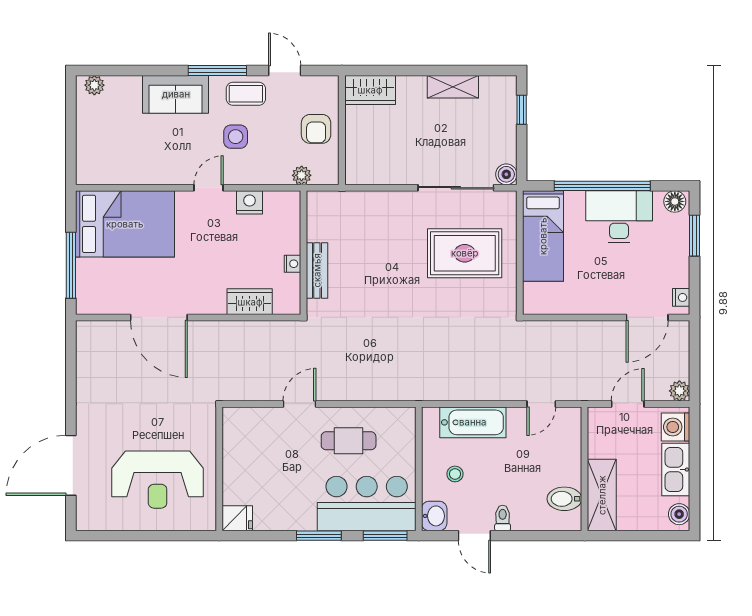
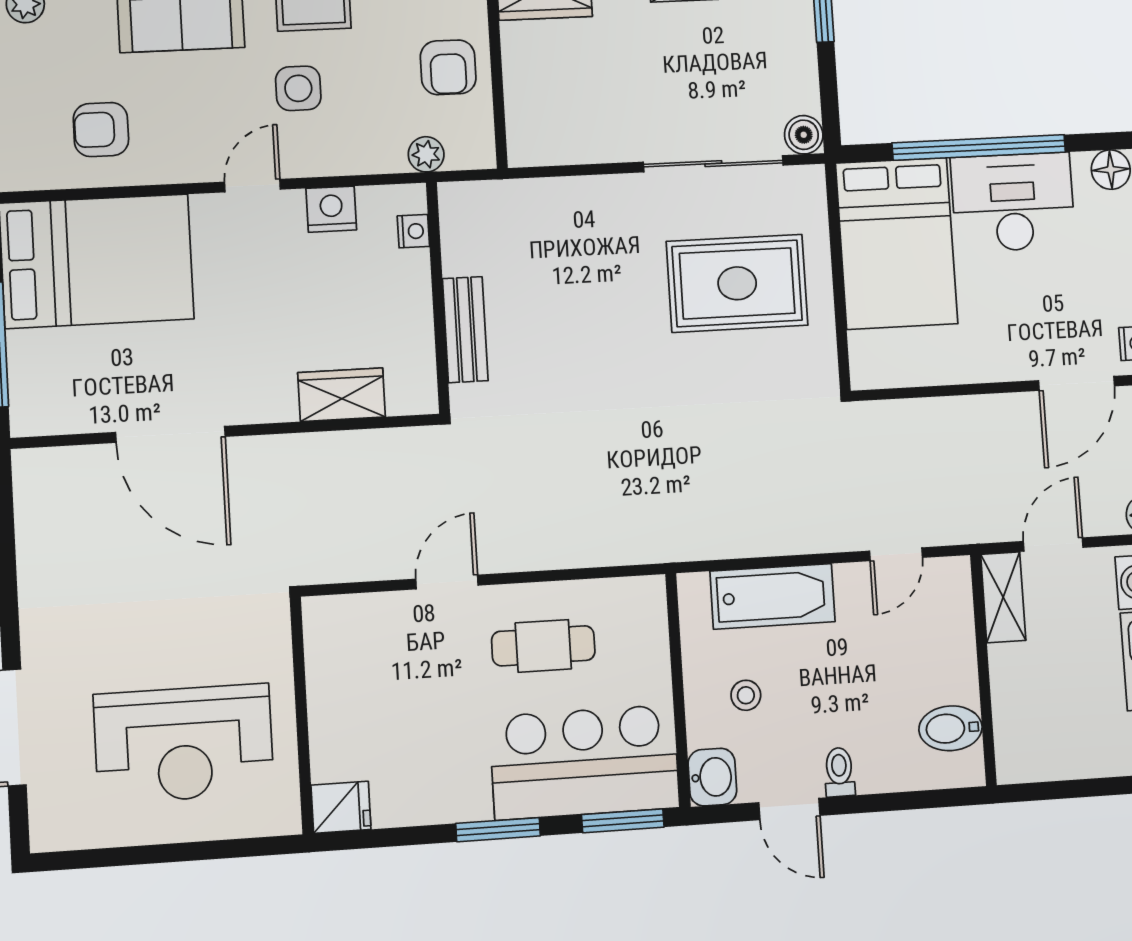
armchair: (131, 154) -> (101, 130), added
bed: (543, 236) -> (897, 243), width x1.50
nightstand: (292, 264) -> (413, 231), moved
shelving: (602, 495) -> (1003, 597), moved, width x0.67, depth x0.75

